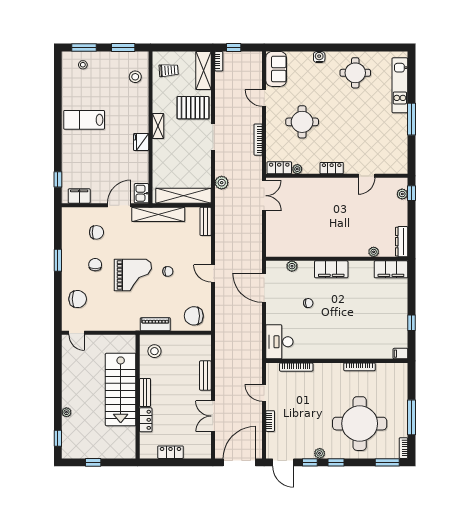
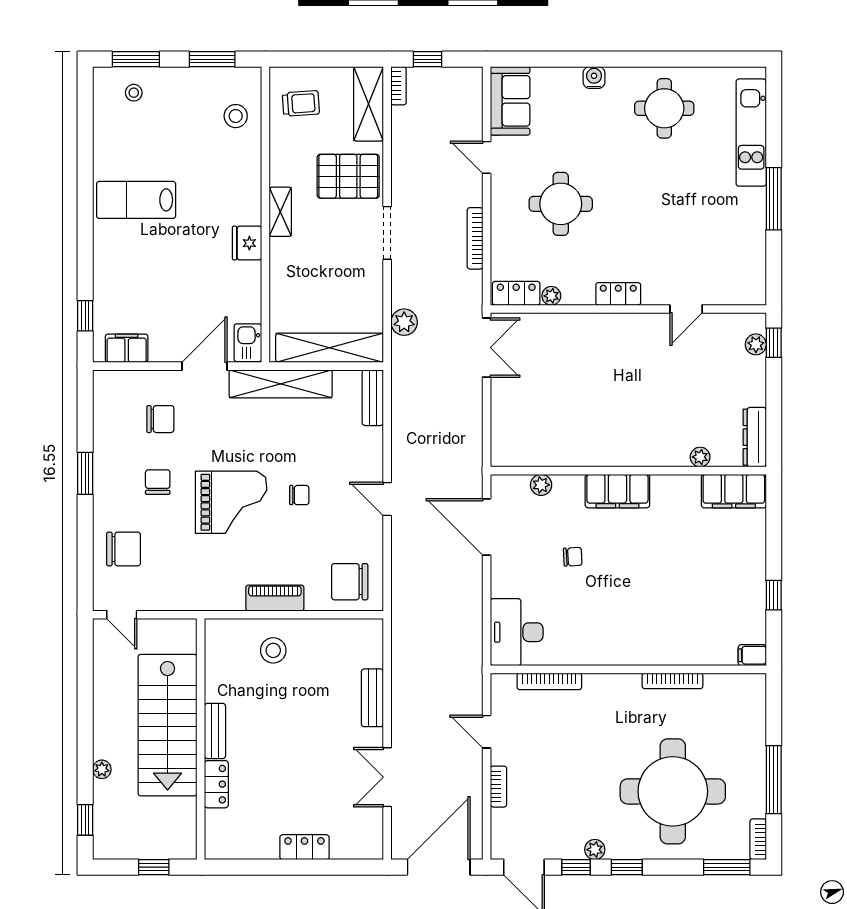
stairs: (121, 389) -> (168, 725), moved
bench: (145, 393) -> (215, 731), moved
wall: (138, 397) -> (201, 739), moved
locker: (146, 420) -> (216, 784), moved

